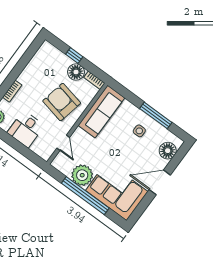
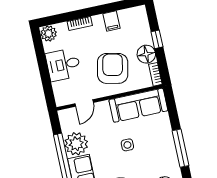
filing cabinet: (32, 70) -> (112, 21), added
side table: (139, 131) -> (127, 145), moved

